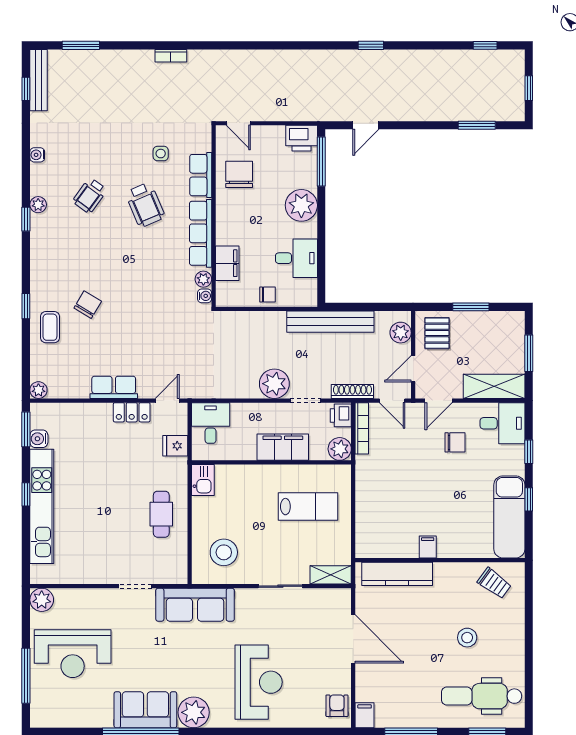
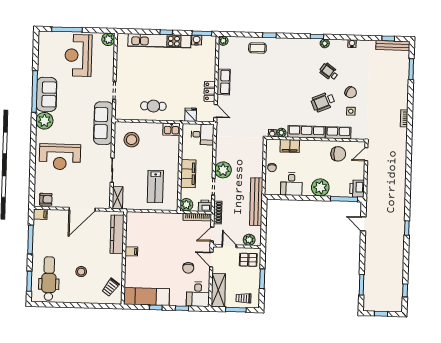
chair: (88, 305) -> (351, 92), moved
trolley: (508, 340) -> (243, 298), added

